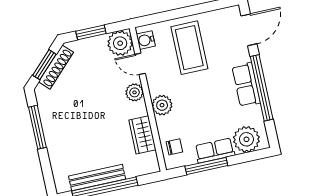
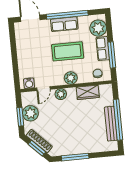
plant: (120, 43) -> (30, 113), moved
coffee table: (189, 48) -> (68, 51), moved

